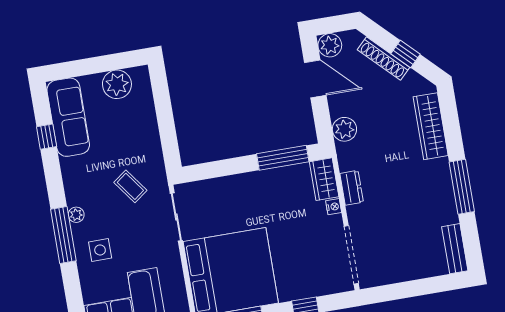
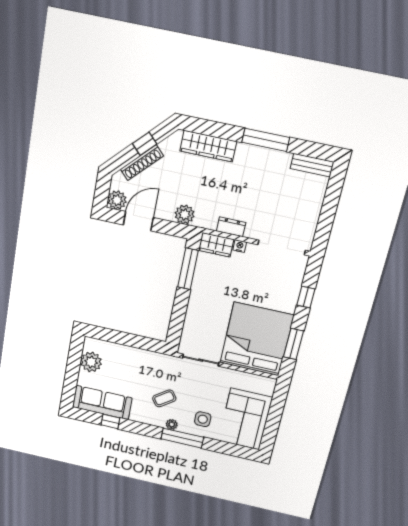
coffee table: (130, 186) -> (164, 398), moved

